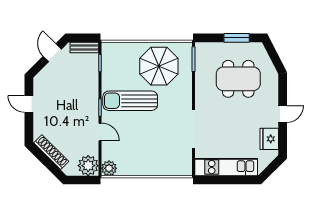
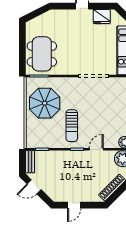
window: (237, 38) -> (22, 42), removed
dining table: (238, 79) -> (42, 54), moved
sun lounger: (130, 101) -> (72, 126), width x0.73, depth x0.75

